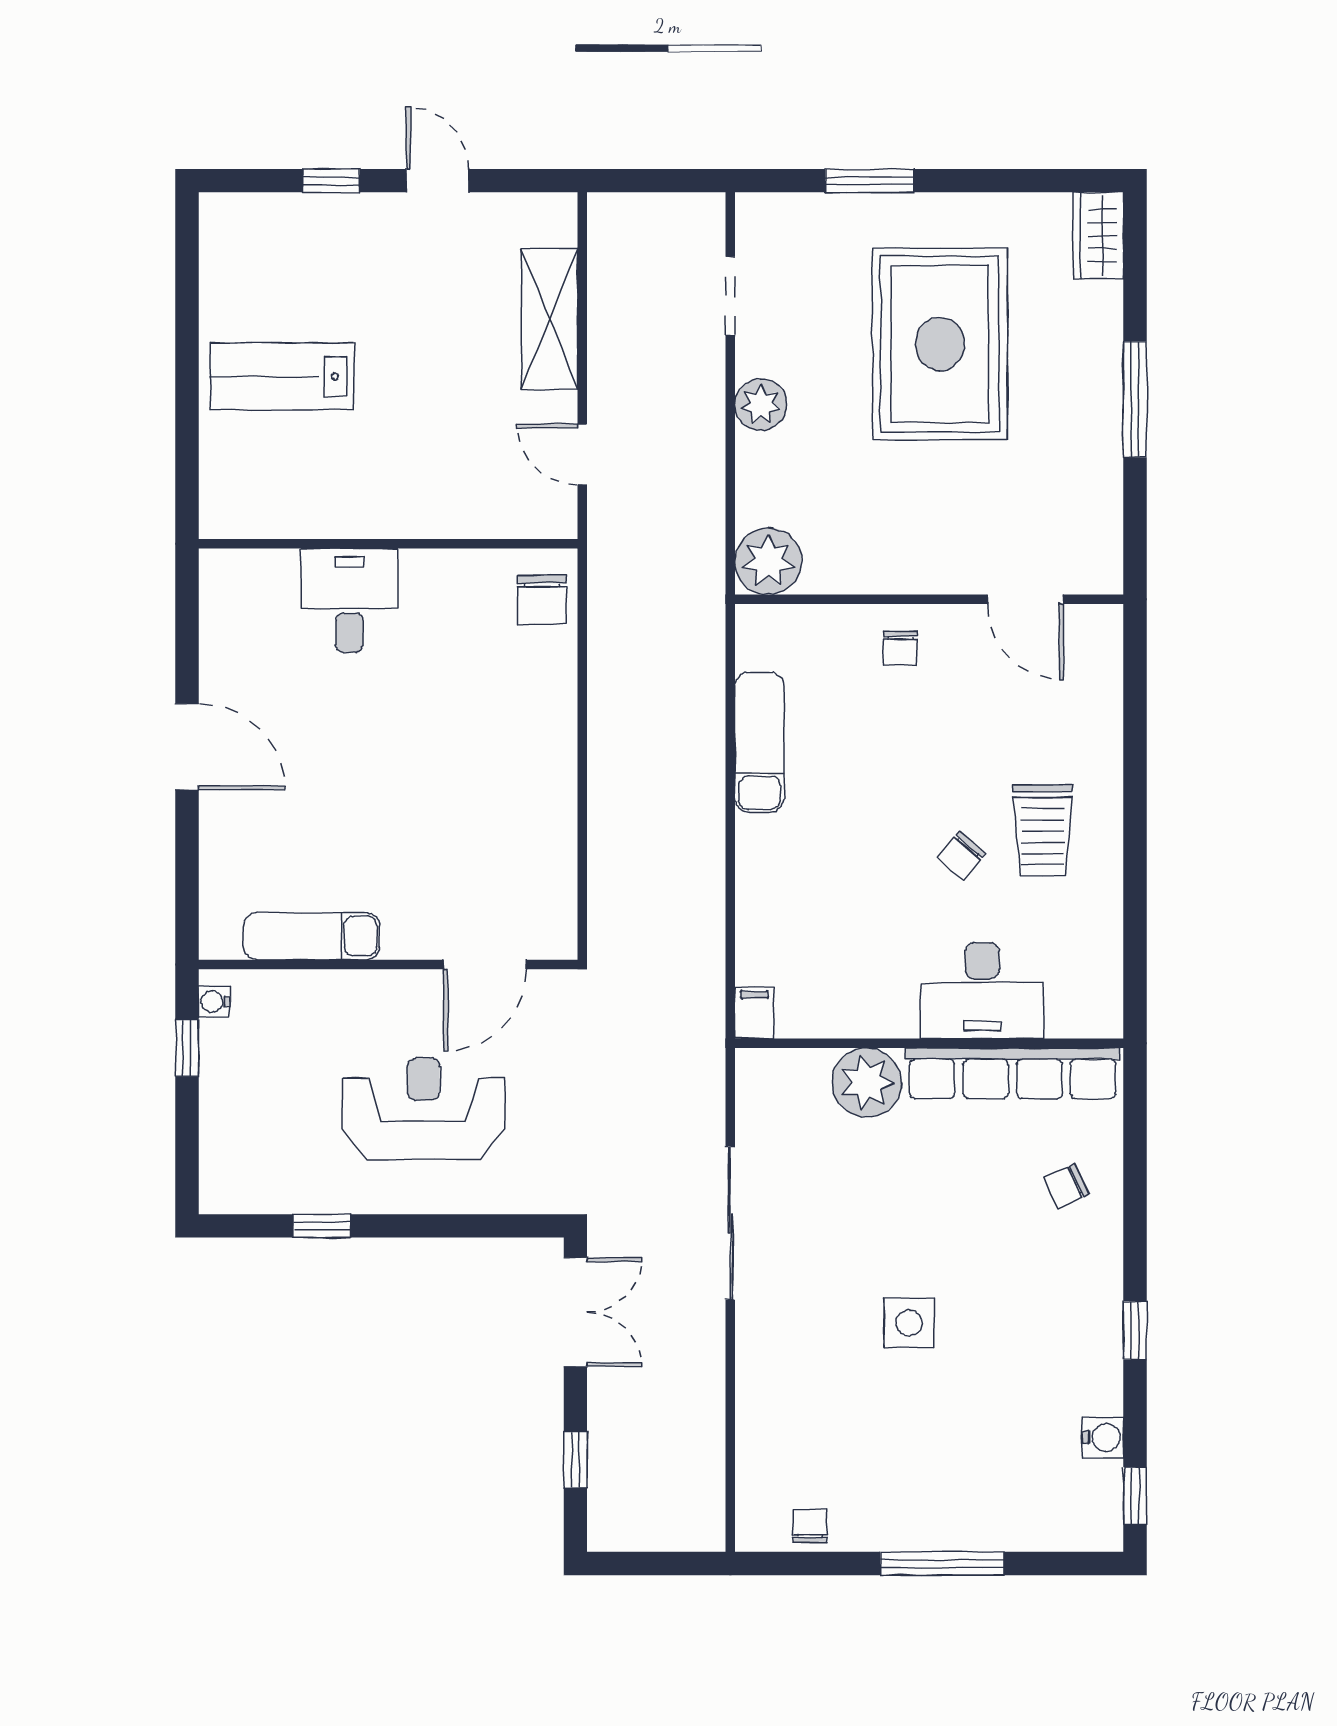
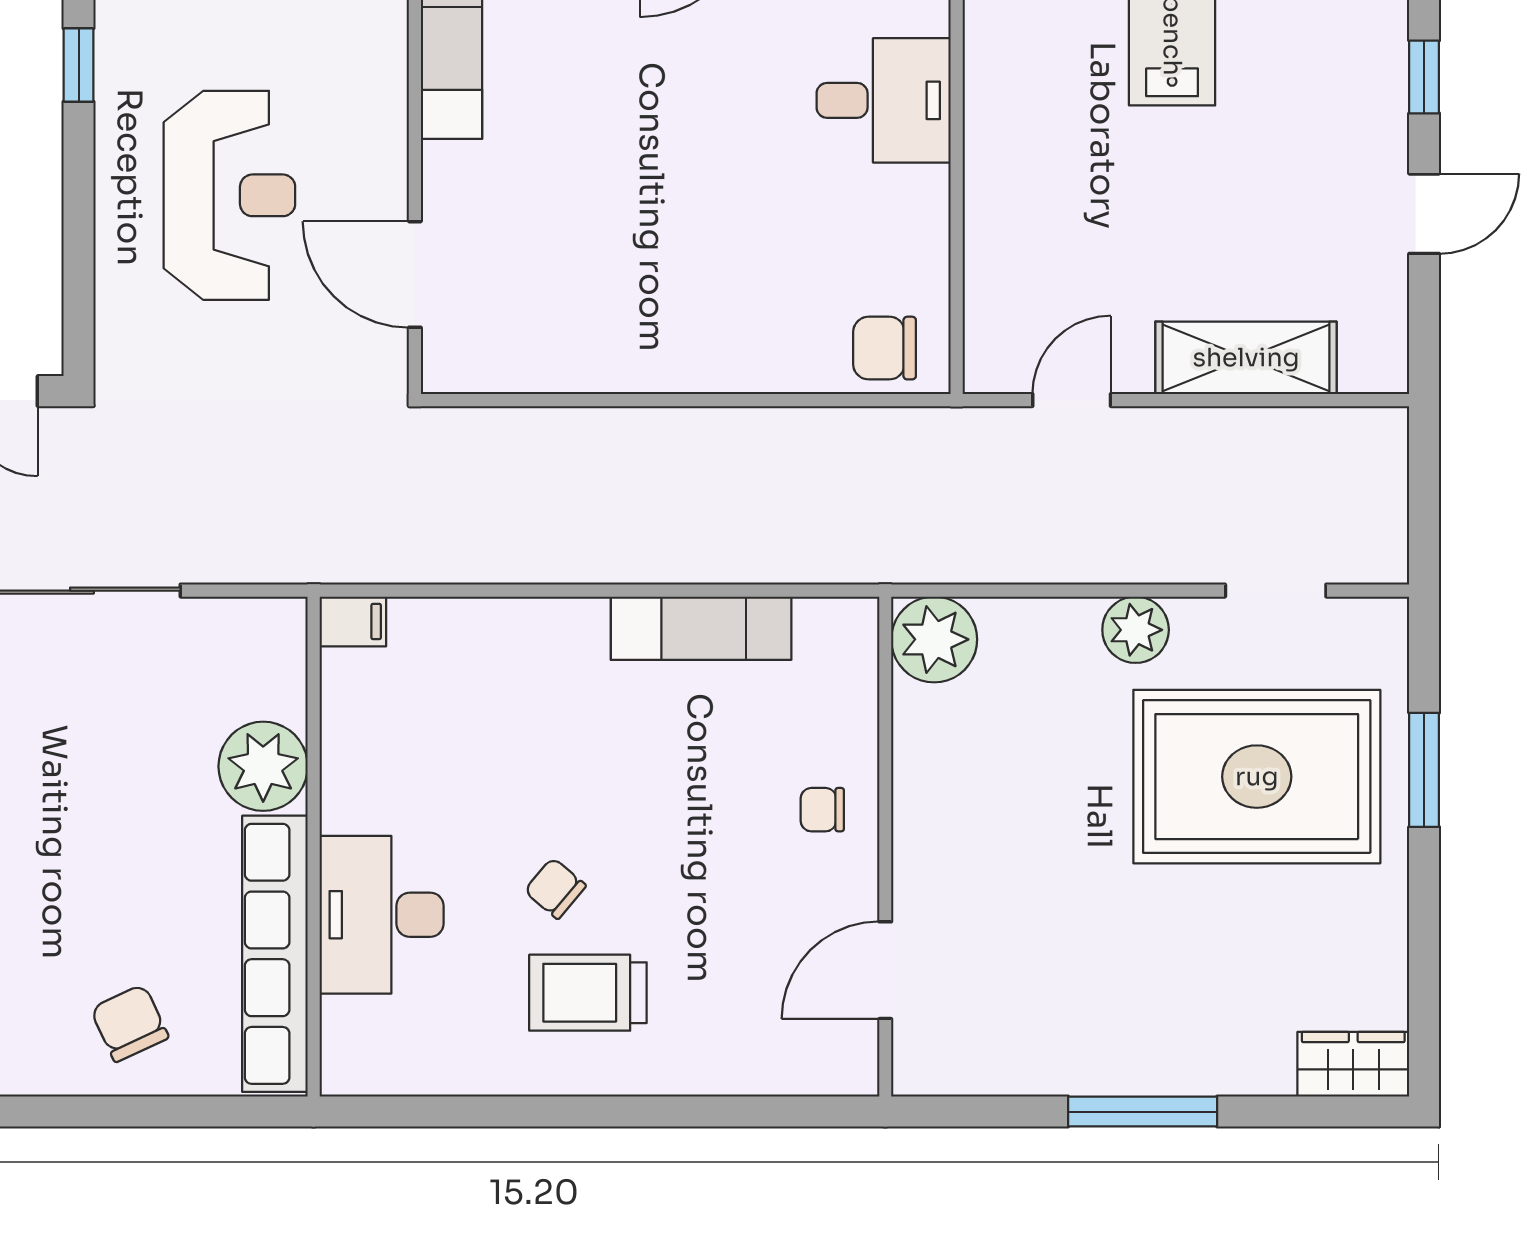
rug: (940, 344) -> (1257, 777), moved
chair: (1066, 1186) -> (129, 1023), width x1.37, depth x1.37

